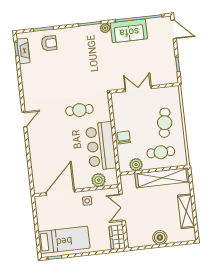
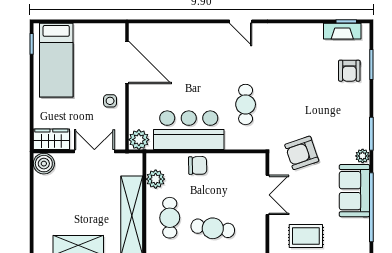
rug: (163, 60) -> (306, 236), added
armchair: (108, 69) -> (302, 153), added
plant: (99, 180) -> (139, 140), moved
boiler: (160, 237) -> (44, 164), moved

